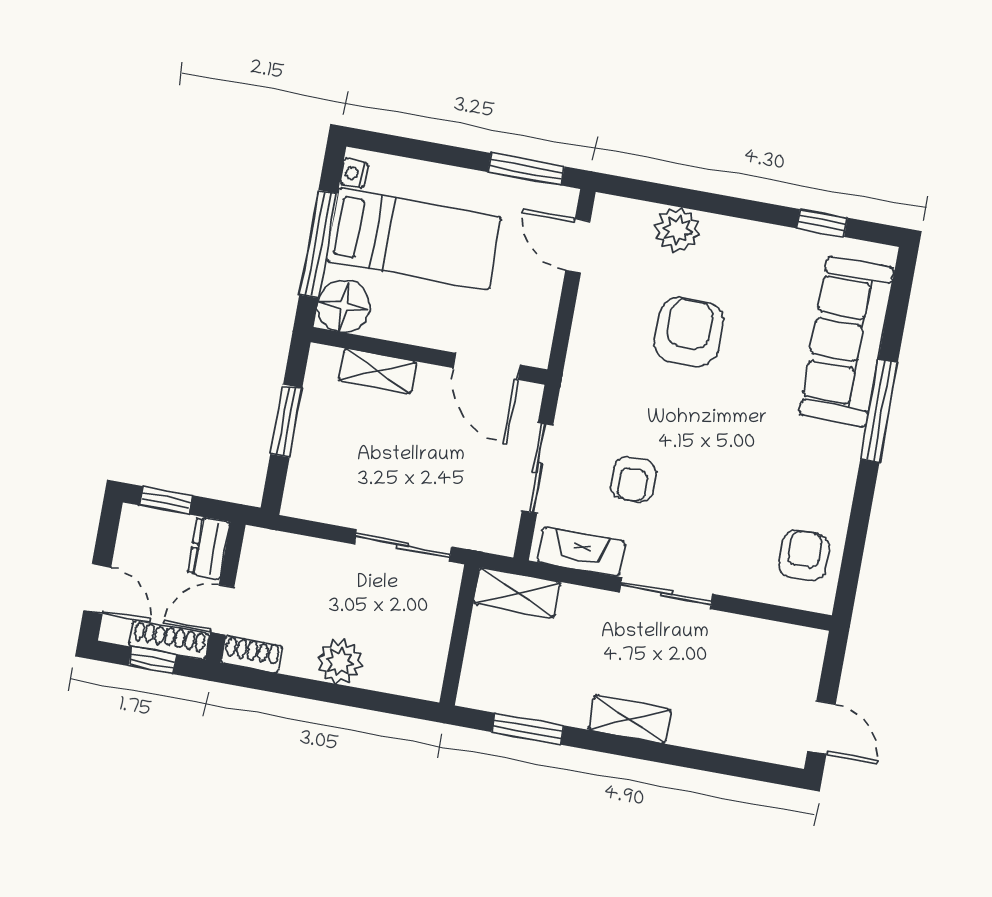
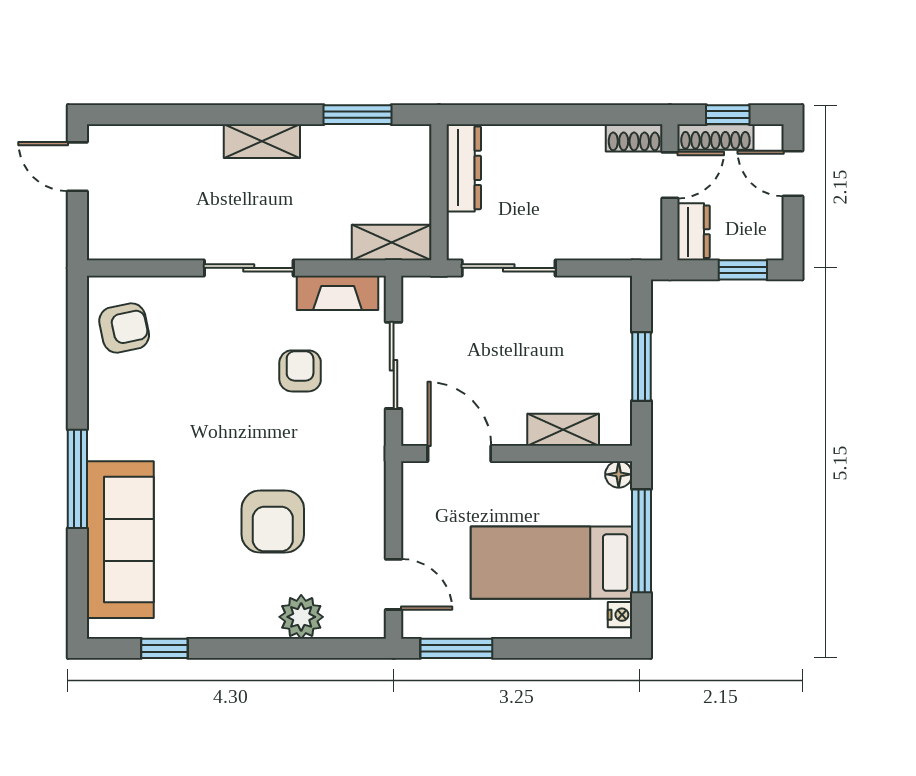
floor lamp: (344, 306) -> (619, 474), width x0.53, depth x0.53
armchair: (804, 555) -> (124, 328), turned -102
dresser: (430, 655) -> (464, 168), added
plant: (340, 662) -> (549, 146), removed

